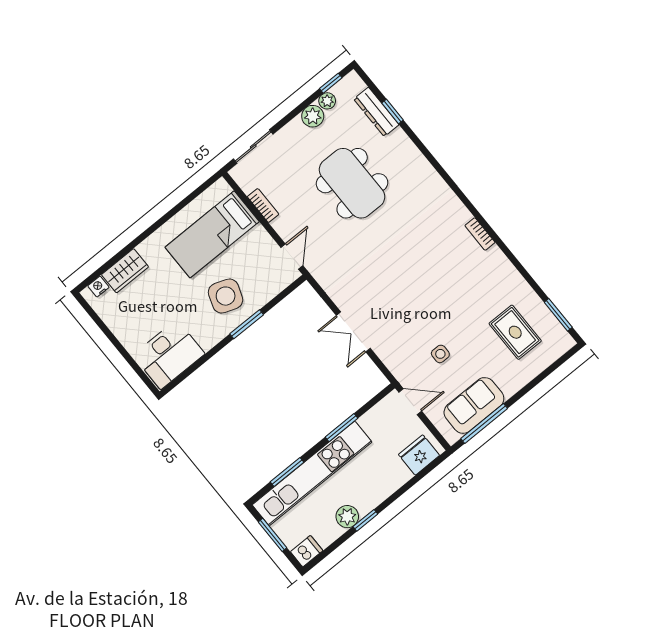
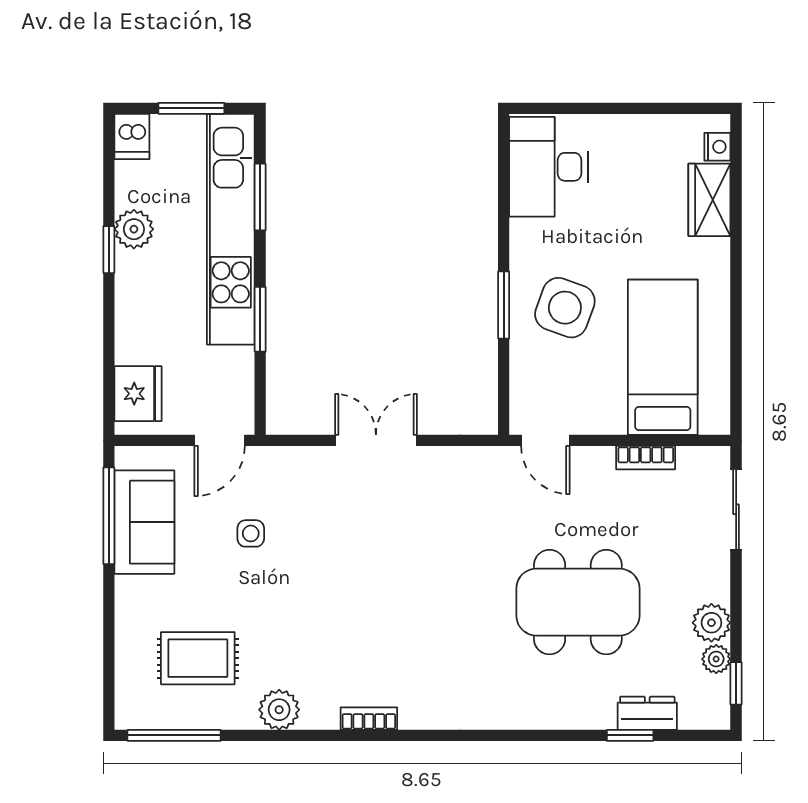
dresser: (376, 112) -> (647, 713), width x0.70
plant: (509, 277) -> (279, 710), added
window: (558, 315) -> (174, 735), width x1.44

